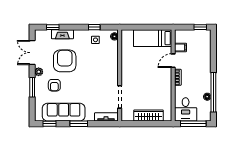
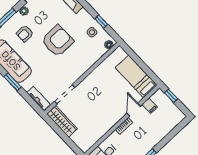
window: (200, 27) -> (171, 96), moved
armchair: (65, 61) -> (57, 41), moved
door: (173, 61) -> (134, 110), hinge flipped
wardrobe: (148, 116) -> (62, 121), moved

